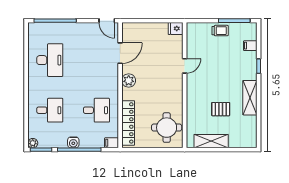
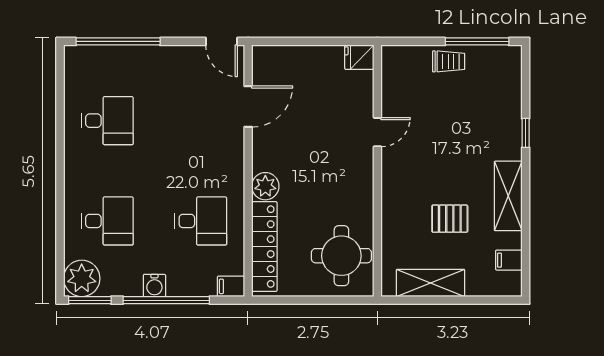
filing cabinet: (250, 46) -> (509, 260), moved
desk: (50, 60) -> (107, 121), width x0.73
plant: (129, 81) -> (265, 186), moved
plant: (33, 143) -> (82, 278), width x1.87, depth x1.87

